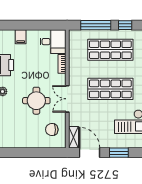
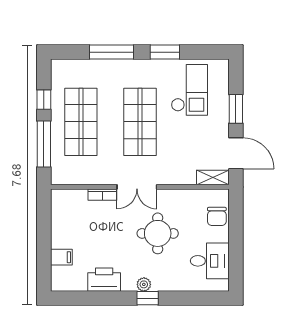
desk: (53, 42) -> (210, 261), moved, turned 90
double door: (67, 99) -> (137, 187), moved
chair: (52, 130) -> (217, 216), moved
door: (90, 153) -> (236, 153), swing flipped

